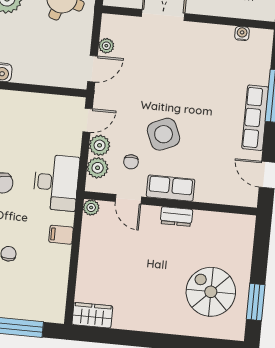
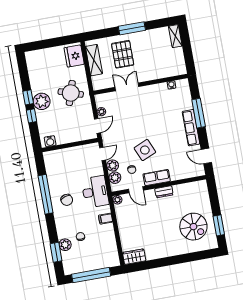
spiral stairs: (211, 292) -> (193, 227), turned 180

